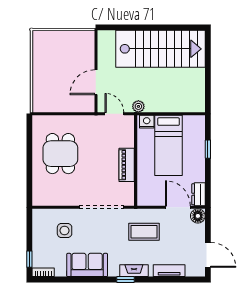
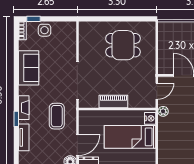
side table: (65, 230) -> (44, 30), moved
window: (125, 280) -> (16, 119), moved

